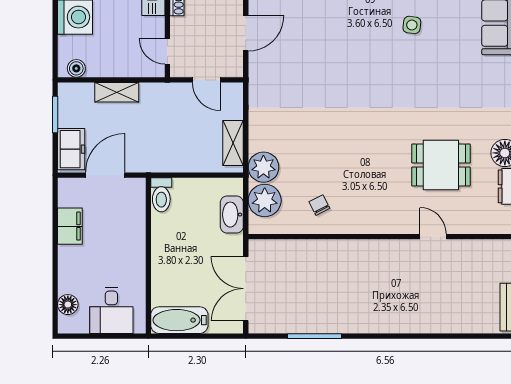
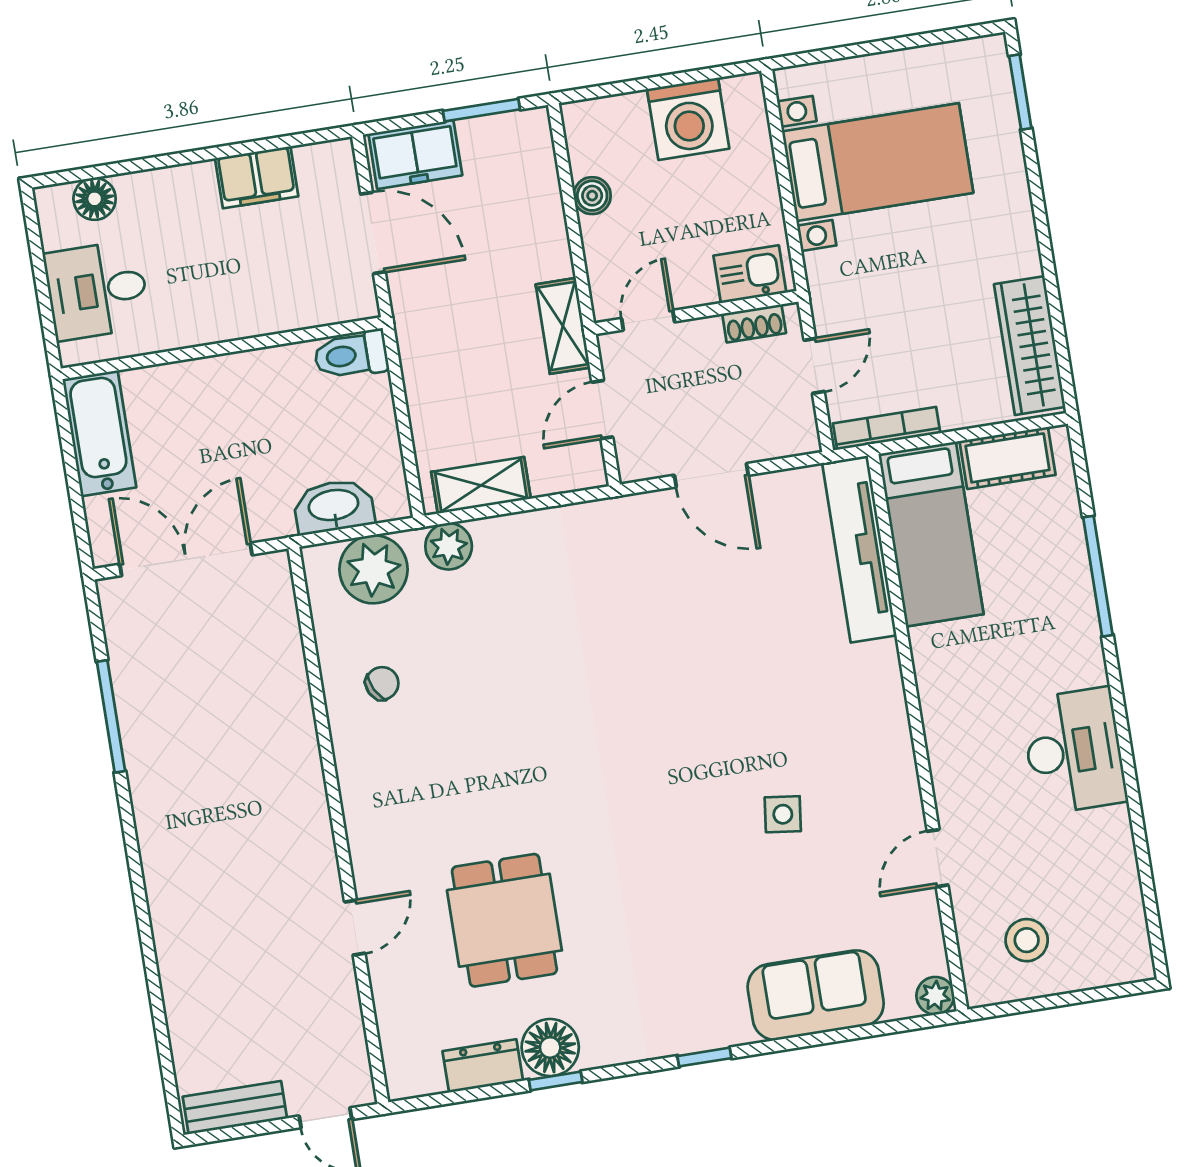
boiler: (76, 68) -> (592, 196), moved
shelving: (117, 92) -> (563, 326), moved
plant: (263, 167) -> (449, 546), width x0.73, depth x0.73

